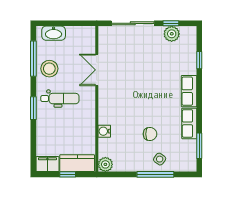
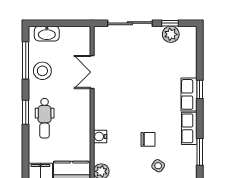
window: (199, 60) -> (200, 89), moved
dental chair: (60, 99) -> (45, 118), moved, turned 90

